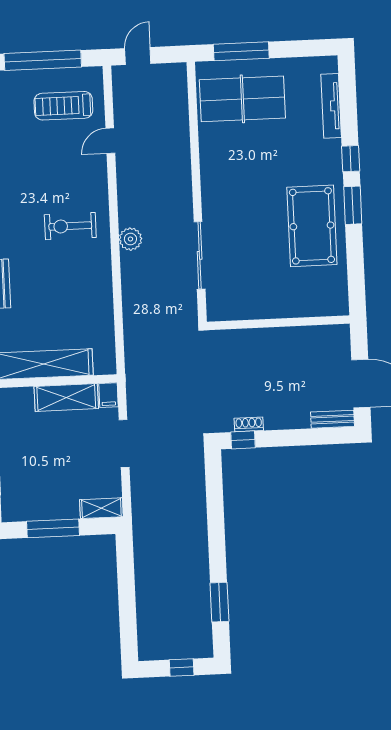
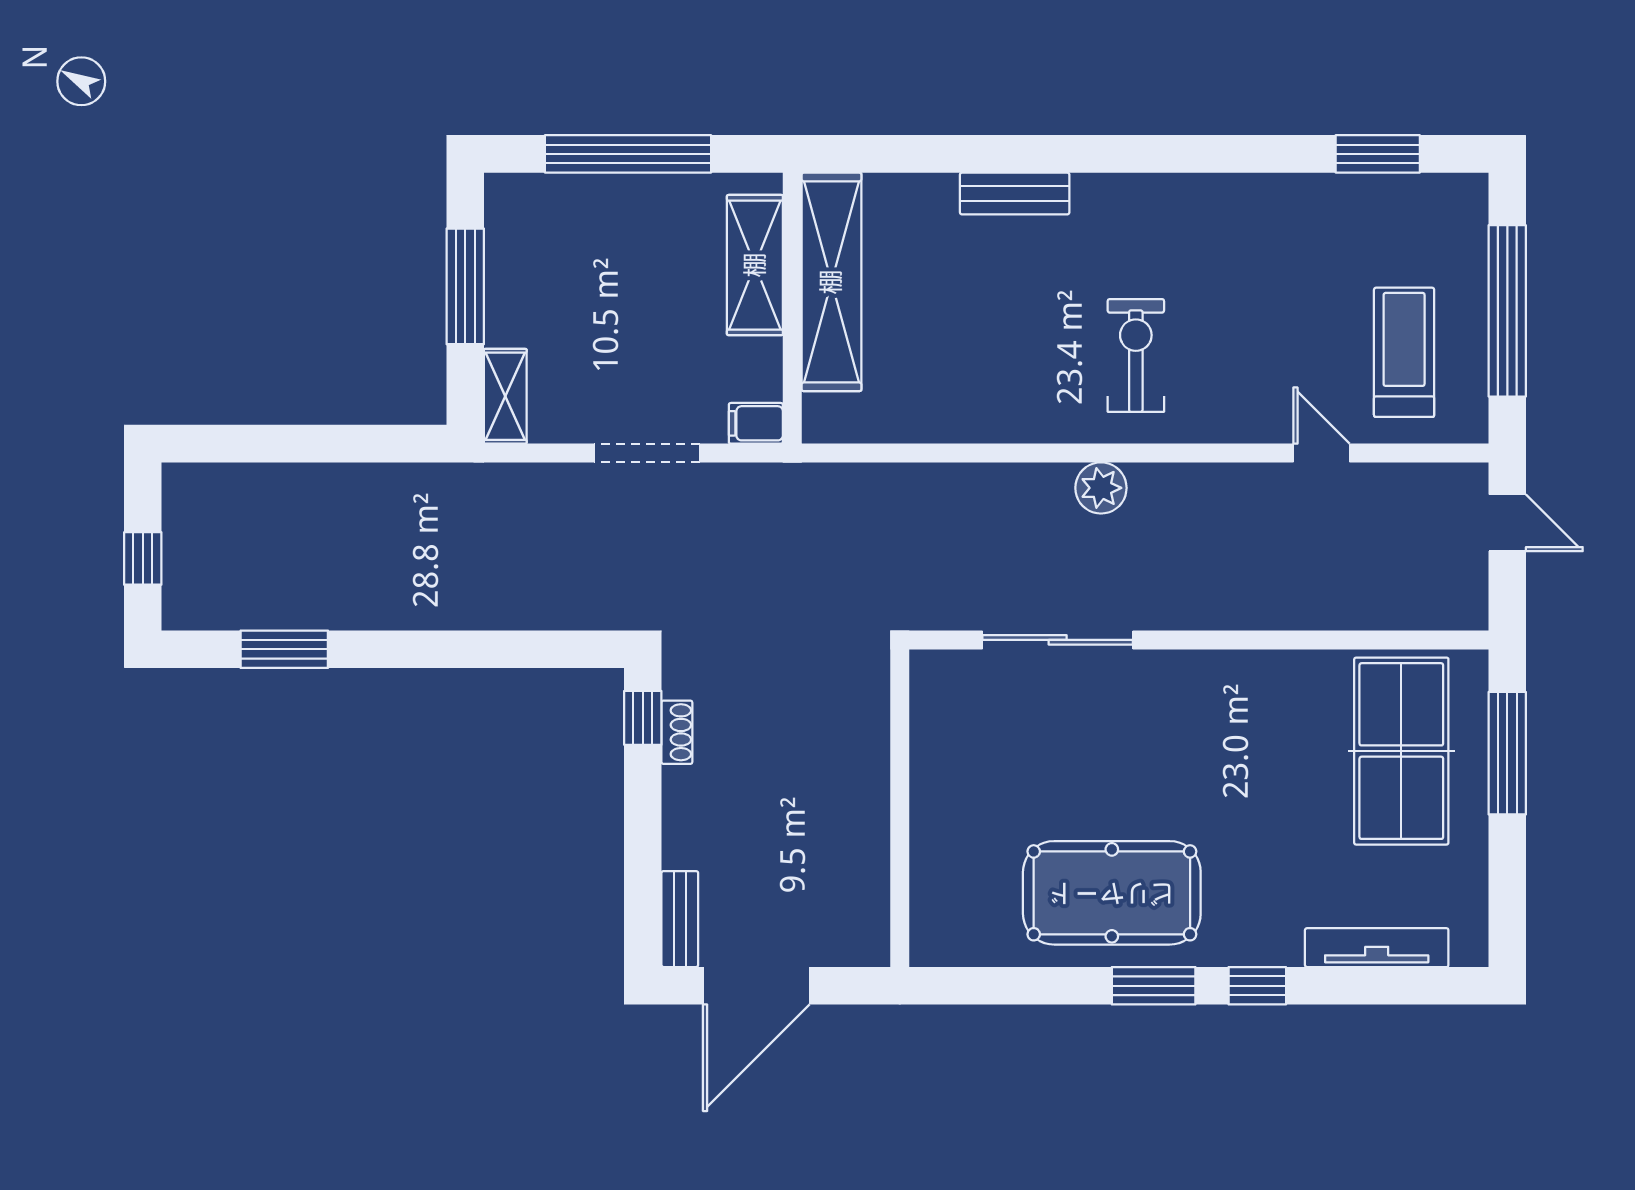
shelving: (66, 398) -> (755, 265), moved

